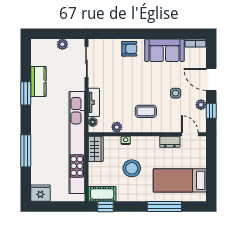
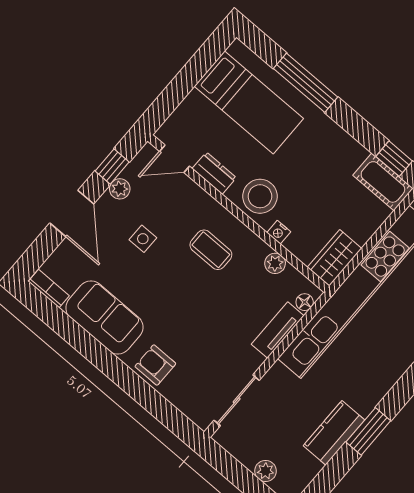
plant: (62, 44) -> (266, 471), moved
door: (190, 134) -> (175, 159), hinge flipped
stool: (132, 168) -> (260, 196), moved

